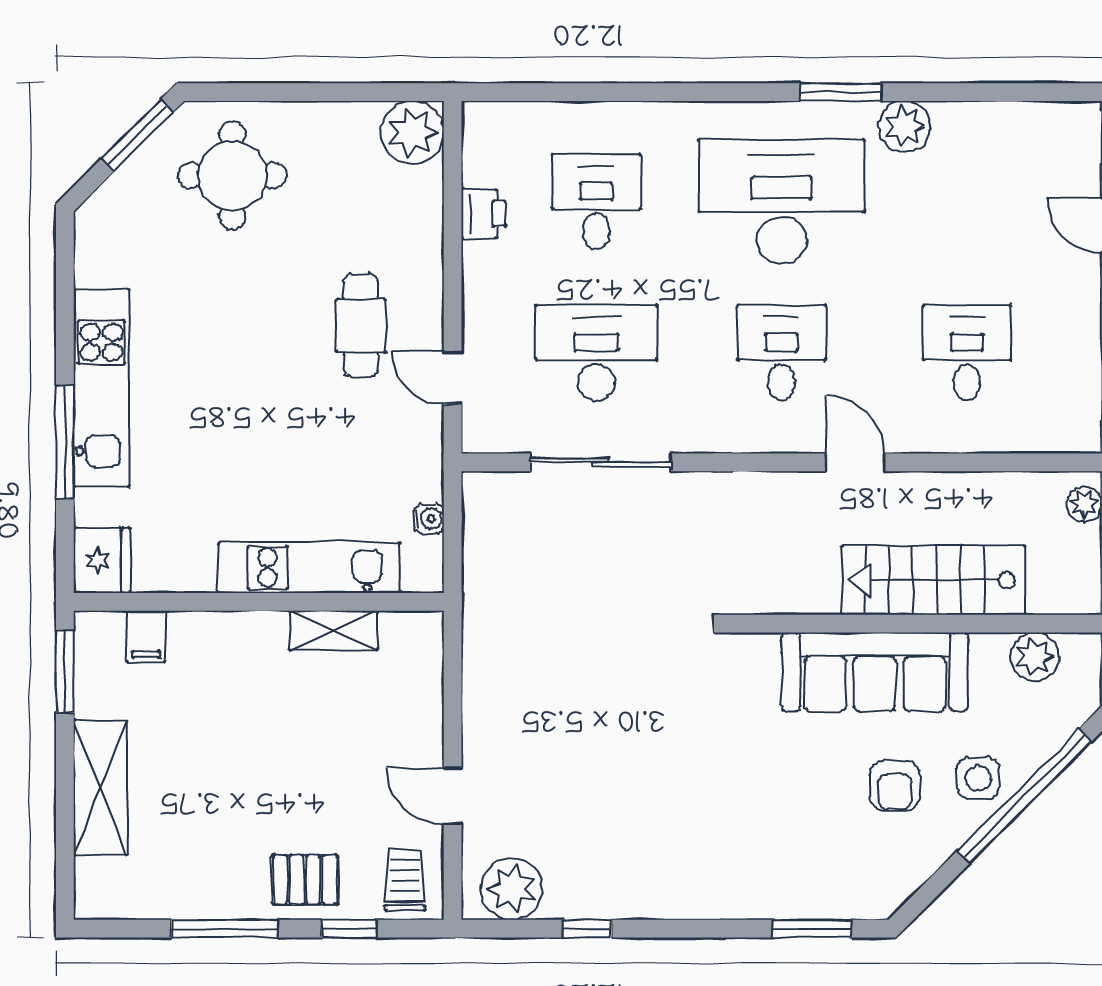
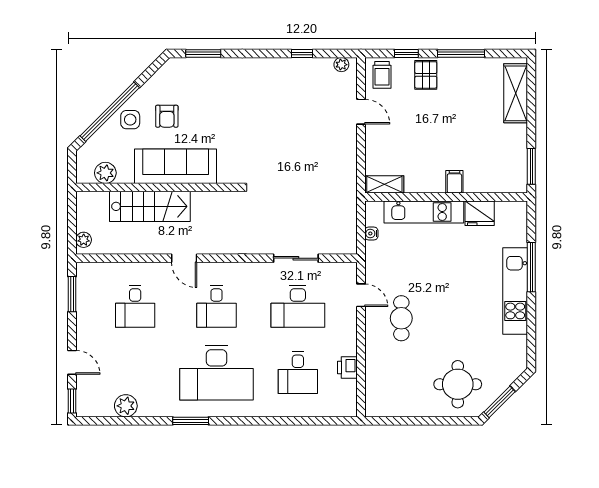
plant: (904, 126) -> (126, 406), moved
plant: (412, 132) -> (379, 403), removed
sliding door: (601, 462) -> (296, 258), width x0.73
fridge: (102, 560) -> (480, 213), moved, turned -90
shelving: (334, 630) -> (384, 184), moved
filing cabinet: (146, 636) -> (454, 182), moved
armchair: (895, 786) -> (167, 116), turned 180
shelving: (100, 788) -> (516, 93), moved
pallet: (305, 880) -> (426, 75), turned 90
plant: (512, 889) -> (341, 65), width x0.53, depth x0.53

